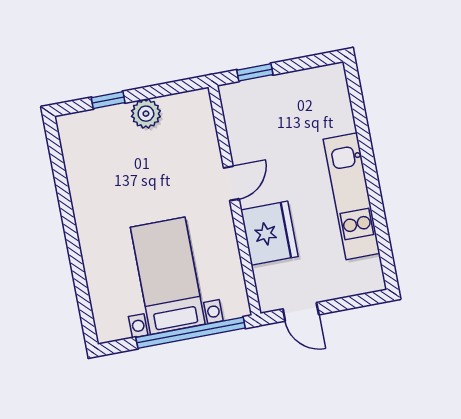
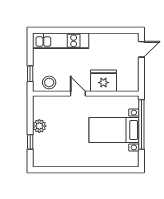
stool: (244, 117) -> (49, 82), added
kitchen unit: (352, 196) -> (61, 41), moved
door: (301, 312) -> (141, 49), moved

